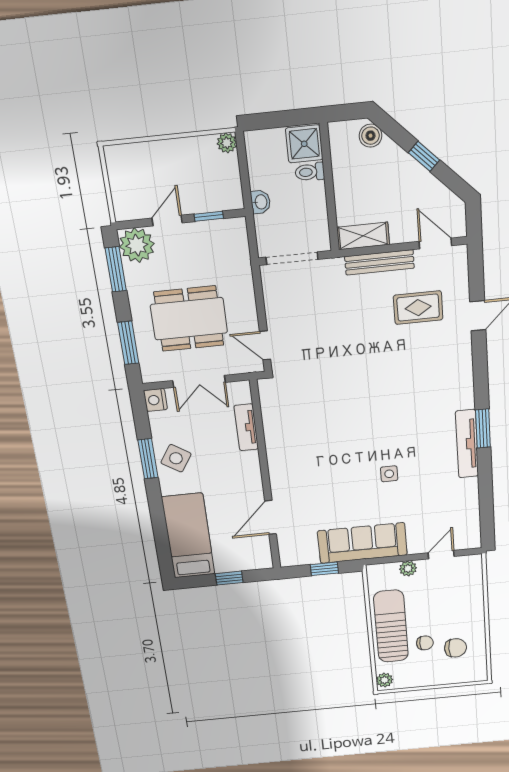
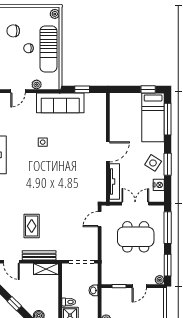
plant: (137, 245) -> (160, 280), width x0.53, depth x0.53
rug: (418, 308) -> (32, 226), moved, turned 90
window: (128, 343) -> (168, 228), width x1.44
door: (265, 345) -> (100, 219), swing flipped
nightstand: (155, 400) -> (159, 185), moved
tv unit: (246, 427) -> (114, 181), width x1.41
door: (271, 517) -> (108, 152), moved
window: (161, 536) -> (168, 119), added
window: (229, 578) -> (148, 89), moved
chair: (425, 643) -> (29, 48), moved

